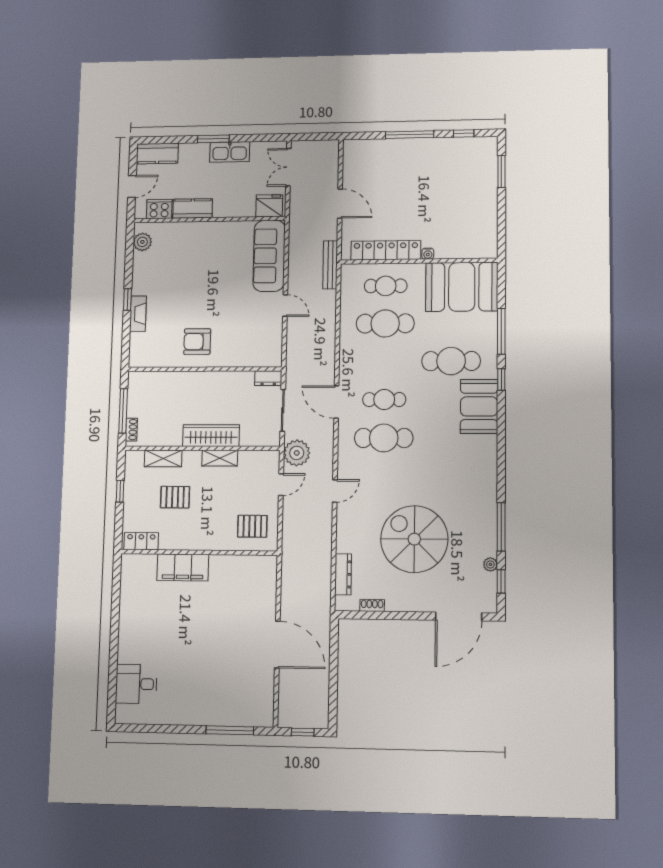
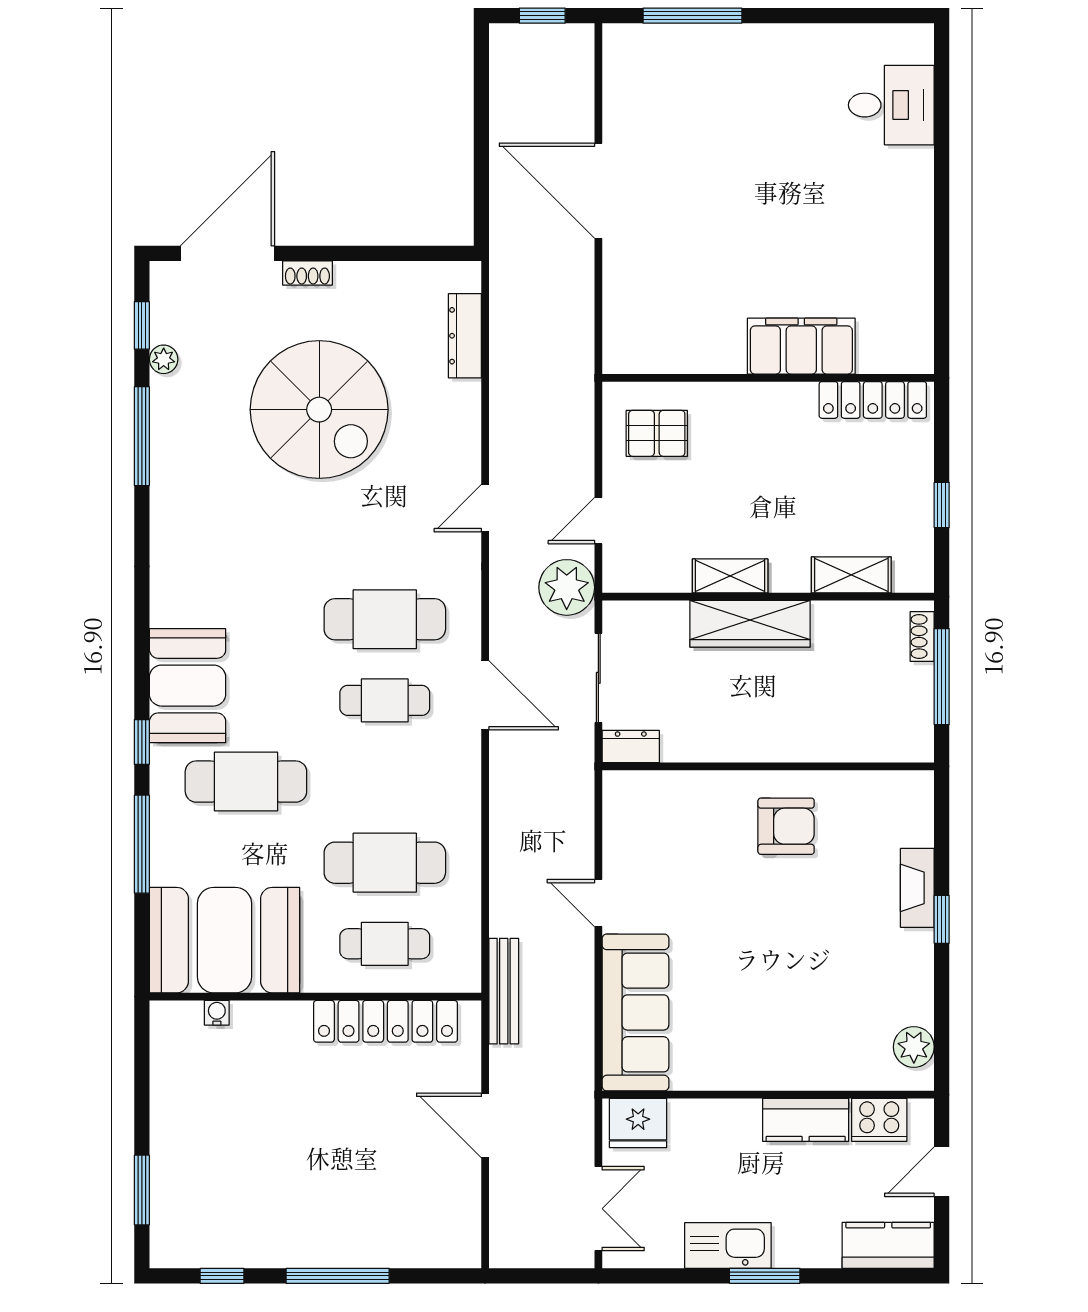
water cooler: (428, 254) -> (217, 1013), moved
pallet: (175, 497) -> (823, 493), removed
locker: (141, 541) -> (873, 400), width x1.53
shoe rack: (372, 605) -> (307, 273), moved

